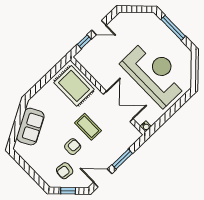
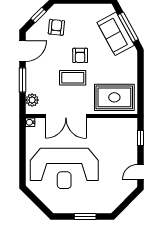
door: (99, 28) -> (141, 172), moved
window: (173, 28) -> (85, 216), width x0.69
window: (18, 123) -> (128, 27), added
plant: (129, 140) -> (32, 100), added
armchair: (73, 147) -> (80, 55), moved

